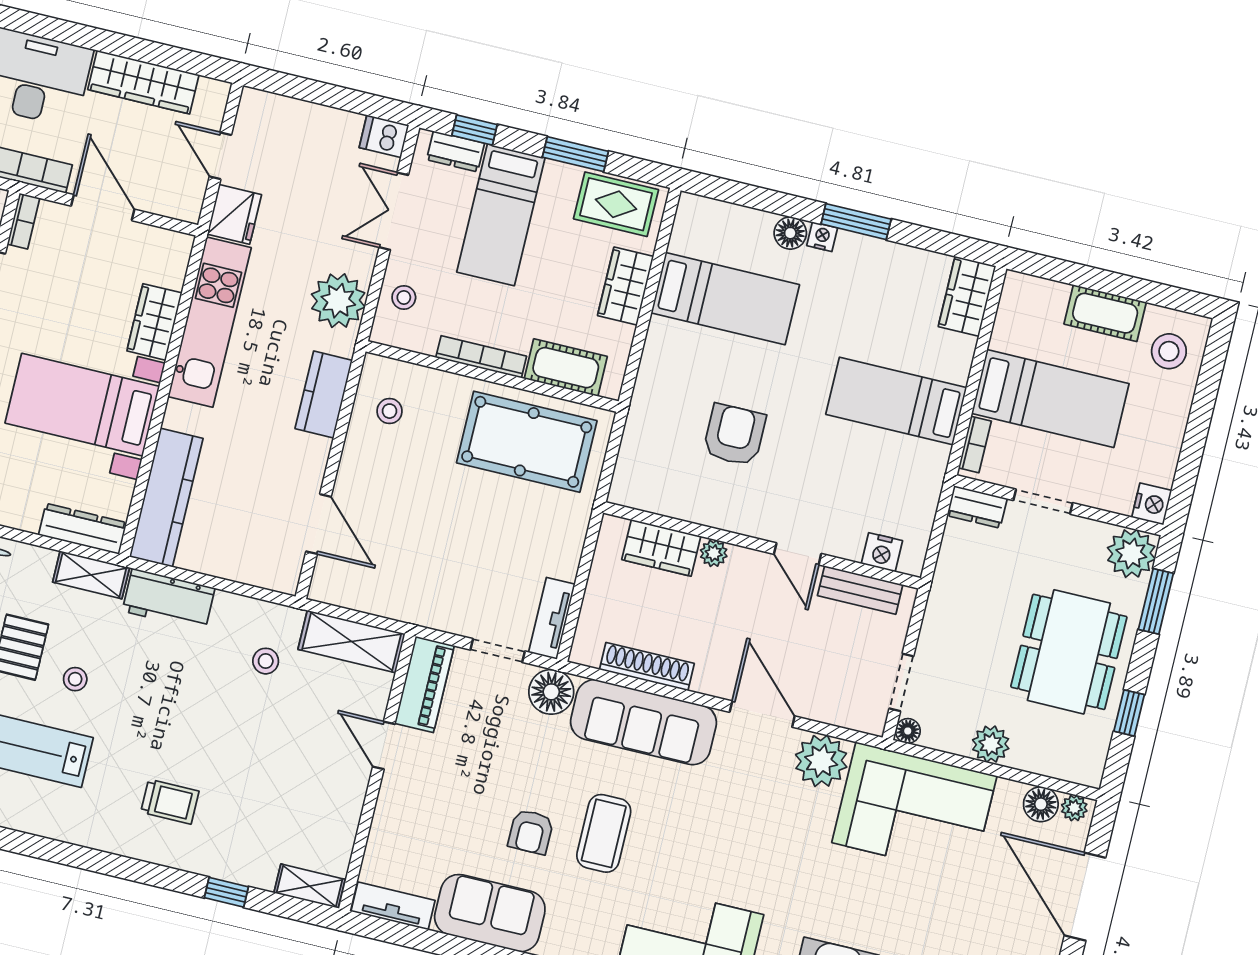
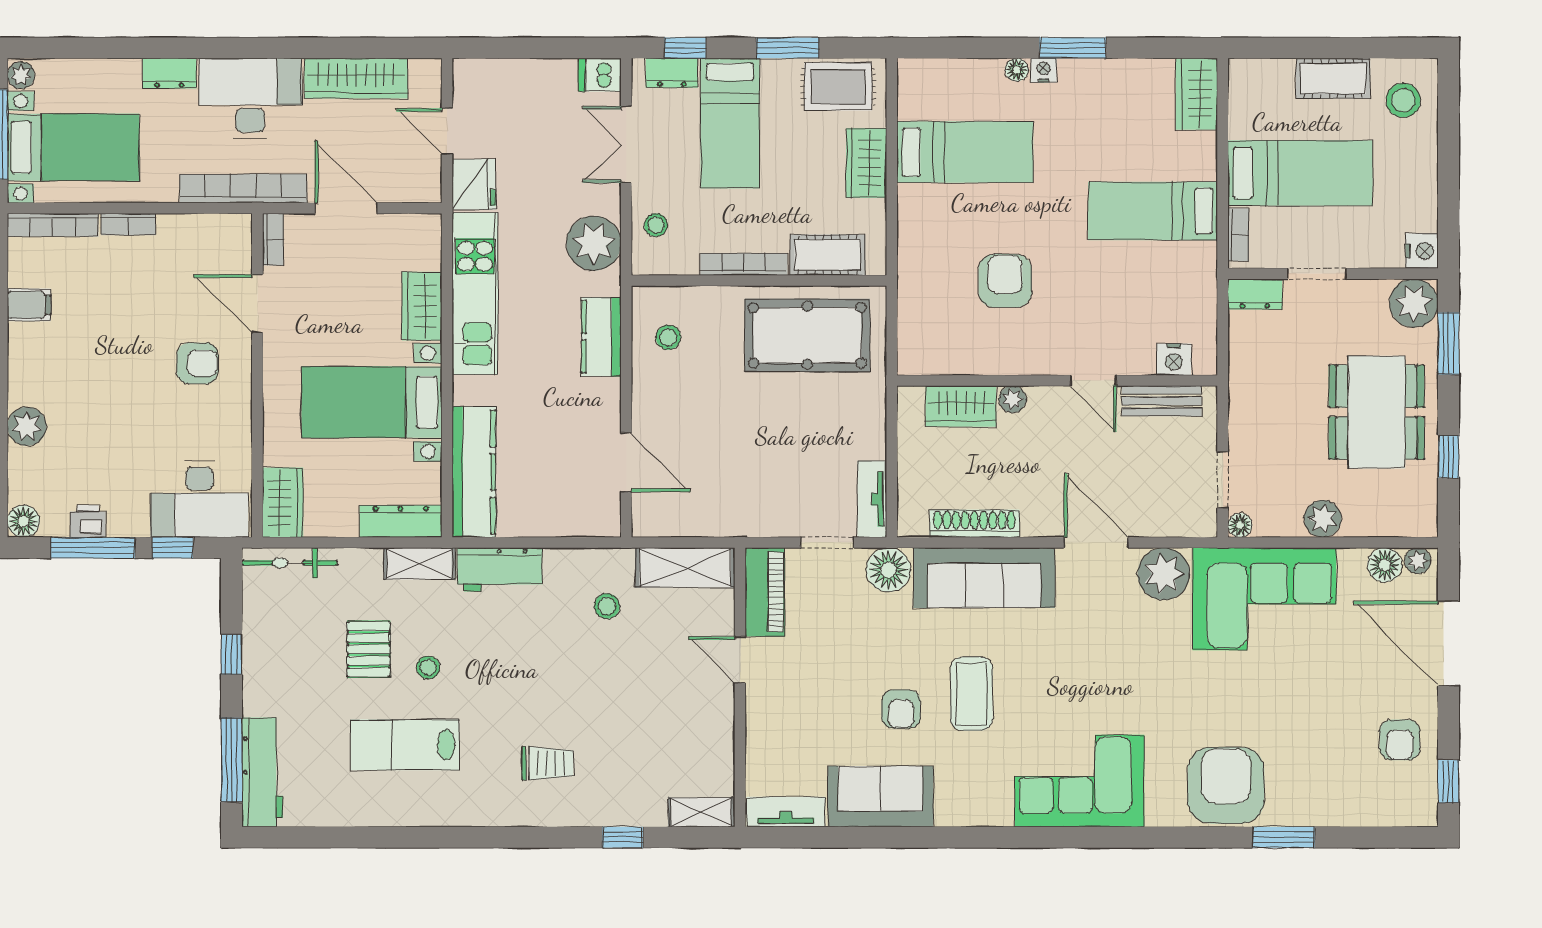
floor lamp: (790, 233) -> (1017, 70), width x0.73, depth x0.73

